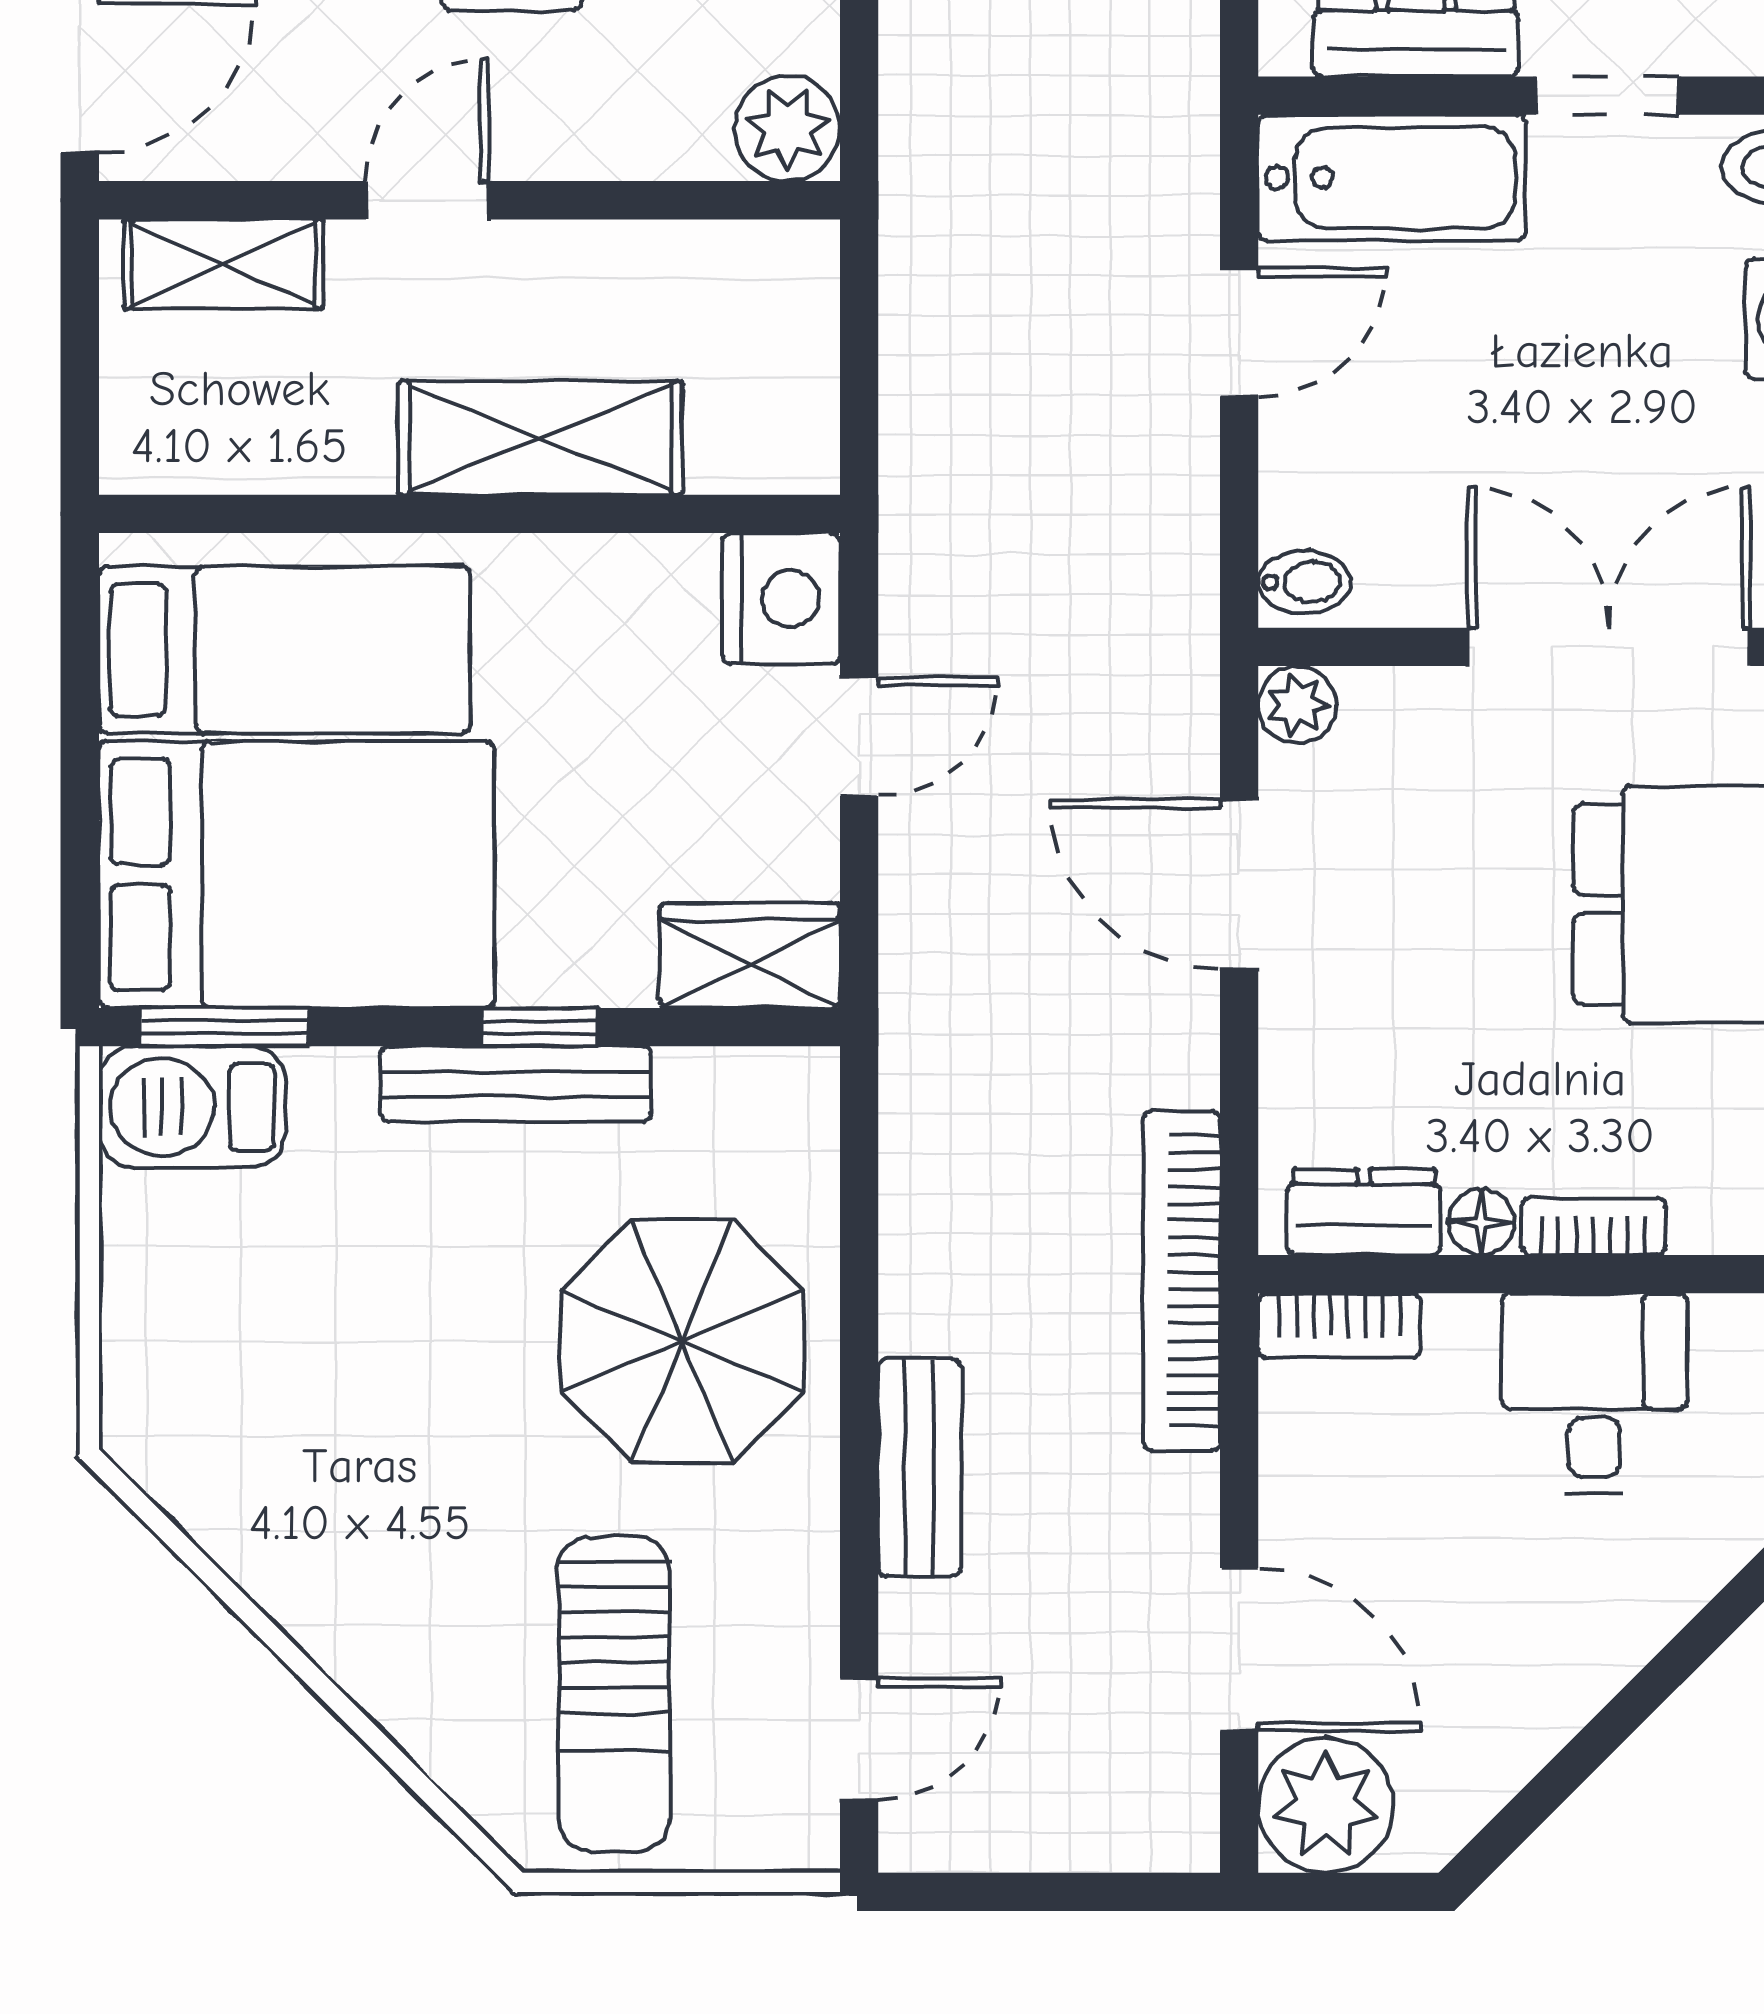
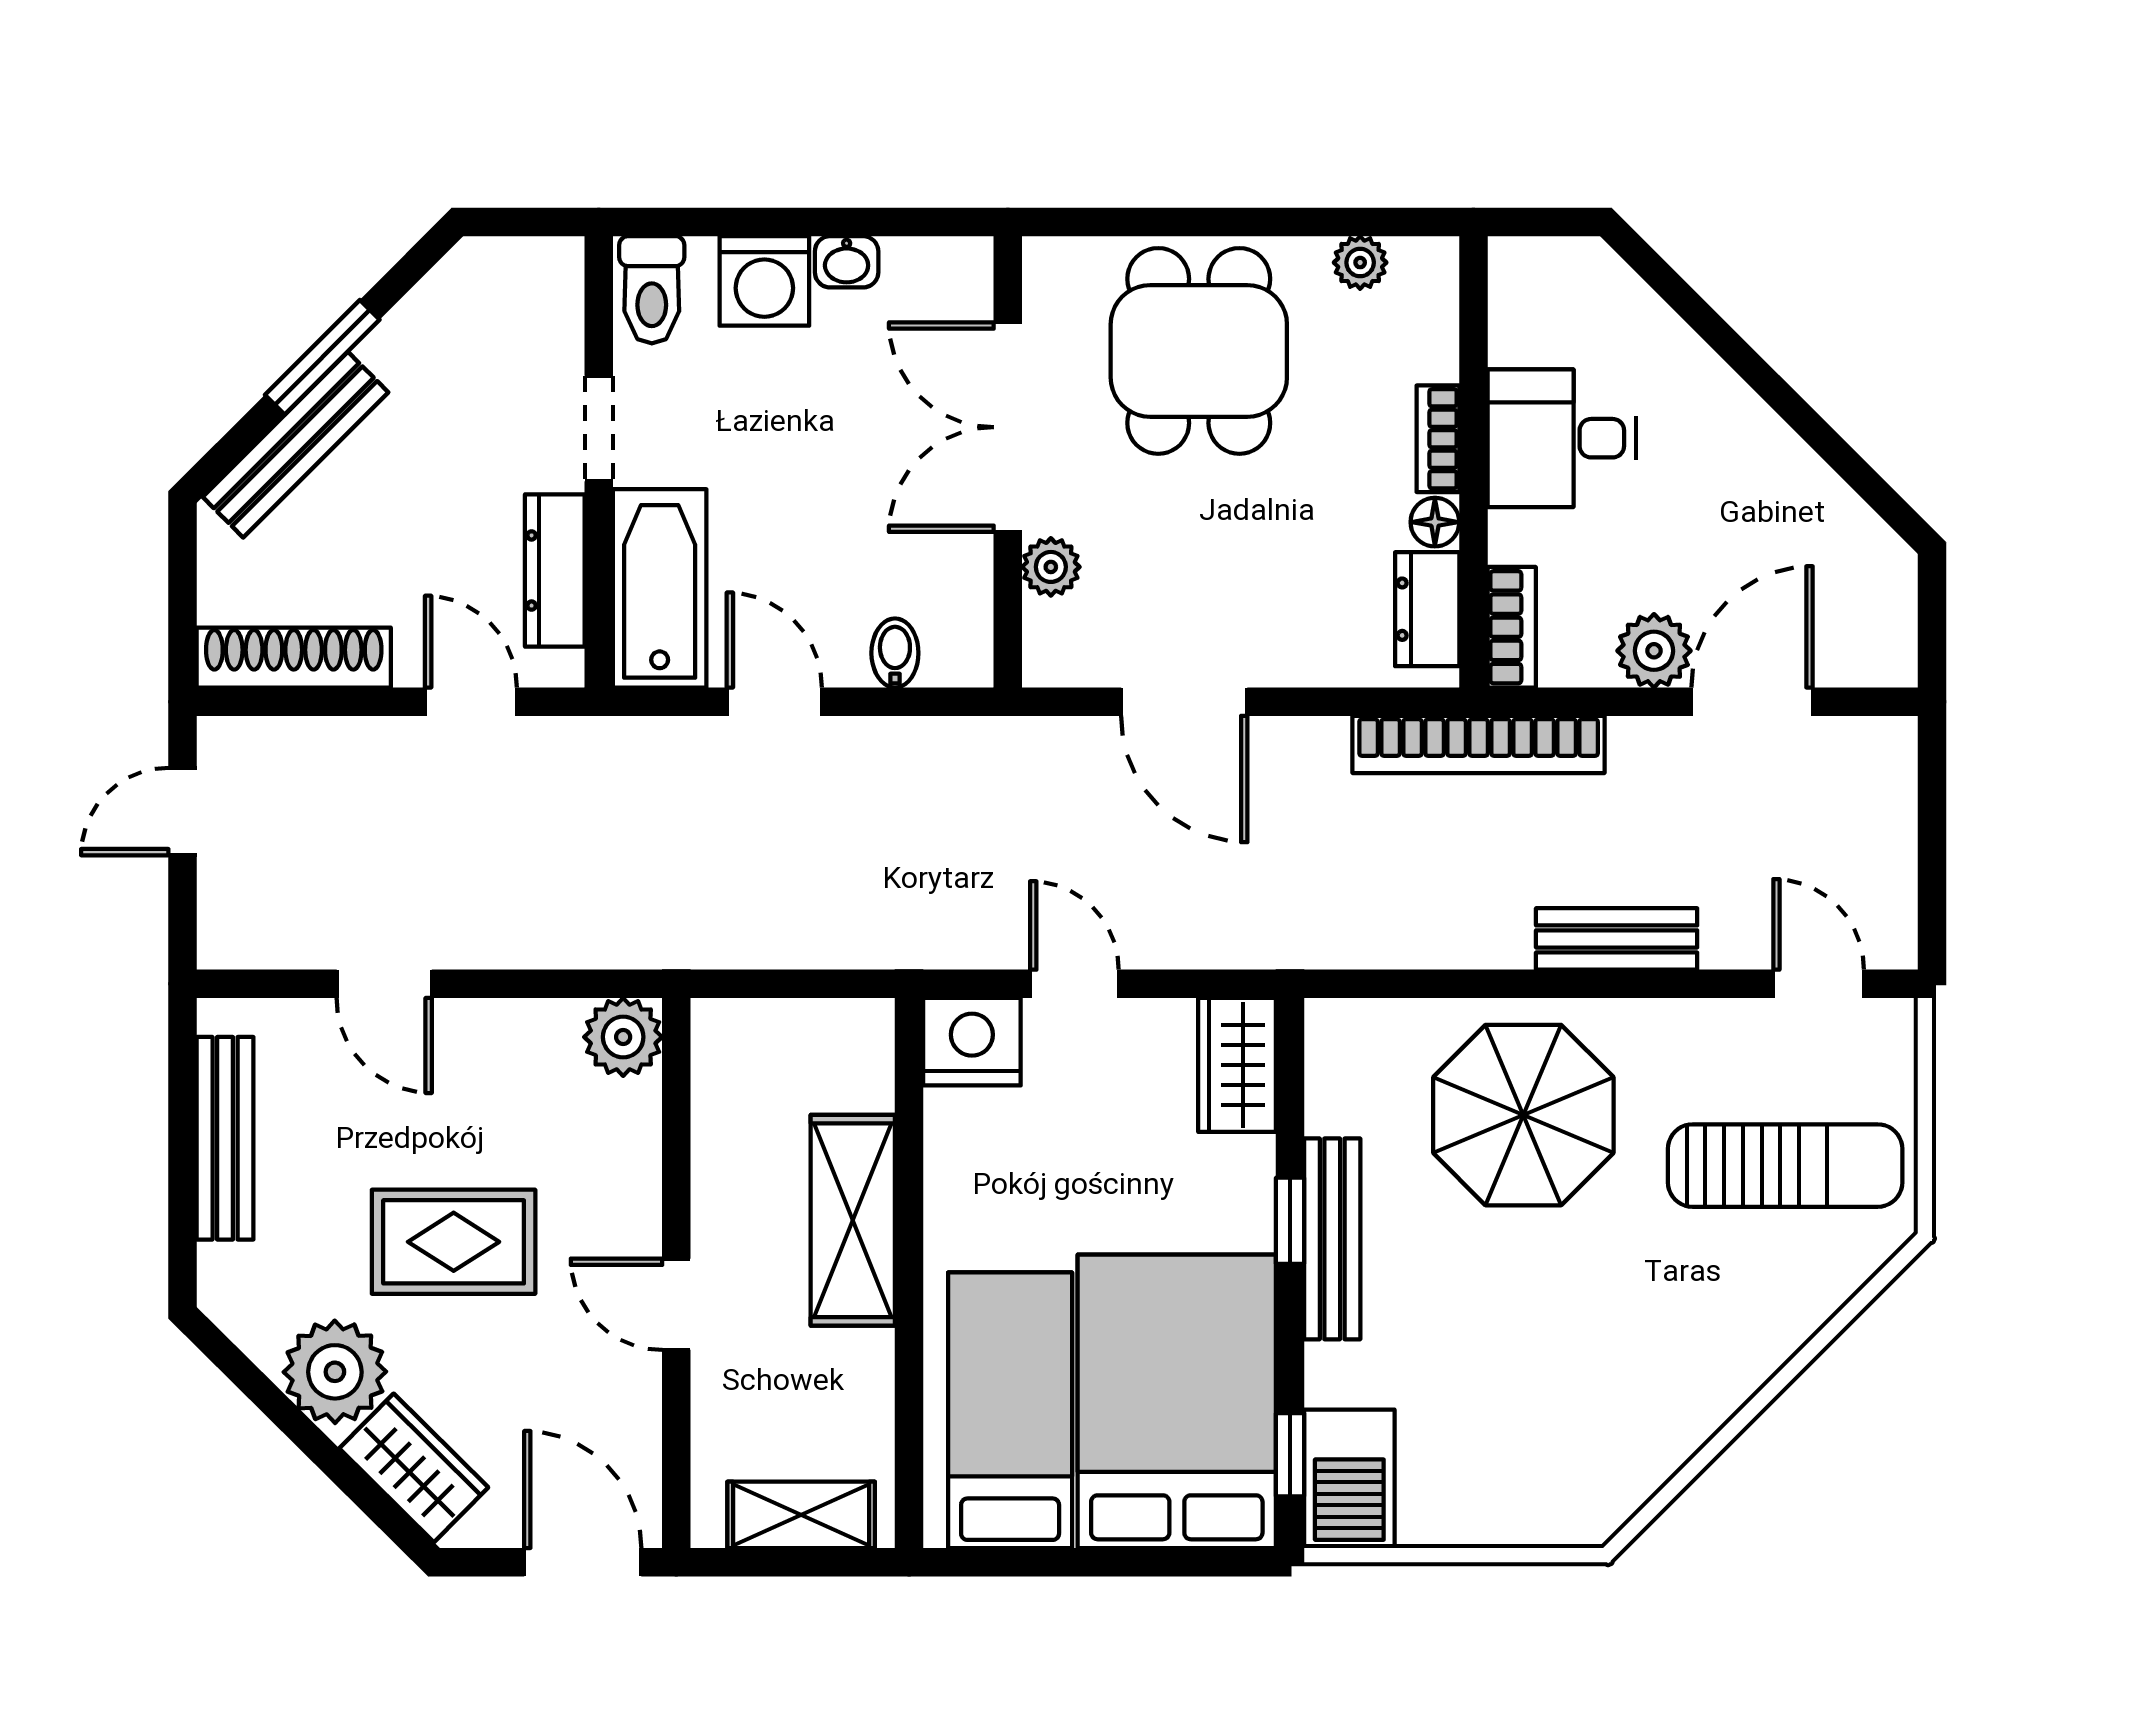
shelving: (223, 264) -> (801, 1515), moved, turned 90
bidet: (1305, 582) -> (895, 653), moved
plant: (1297, 705) -> (1051, 567), moved
door: (1239, 885) -> (1184, 702), hinge flipped
window: (225, 1027) -> (1290, 1455), width x0.67
plant: (1326, 1805) -> (1654, 651), moved, width x0.73, depth x0.73

